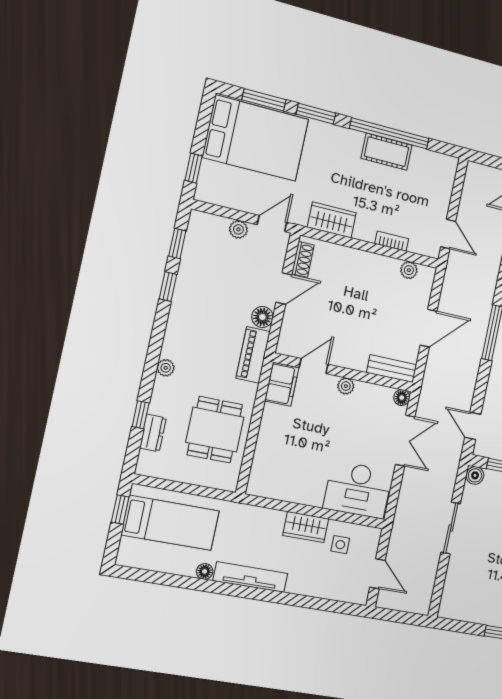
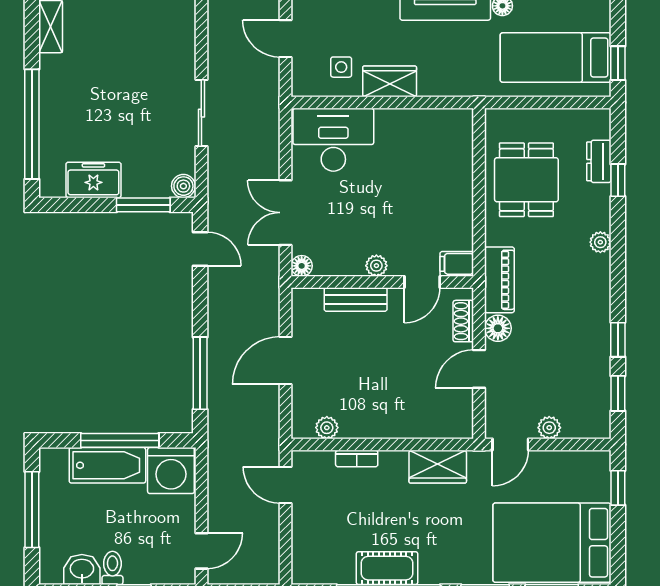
shoe rack: (303, 259) -> (463, 321), moved
bench: (392, 369) -> (356, 299), moved
filing cabinet: (282, 384) -> (457, 264), width x0.50

